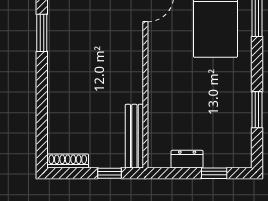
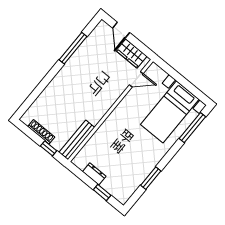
window: (42, 33) -> (73, 48), width x1.44
shoe rack: (68, 161) -> (41, 132), moved

